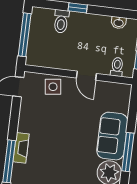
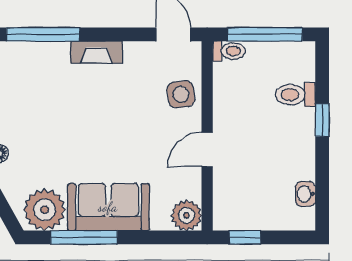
toilet: (117, 67) -> (229, 51), moved
plant: (122, 92) -> (186, 215), added
fireplace: (21, 148) -> (96, 52), moved

